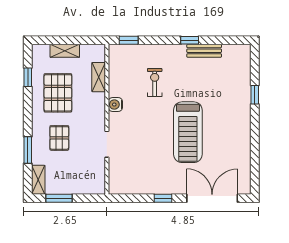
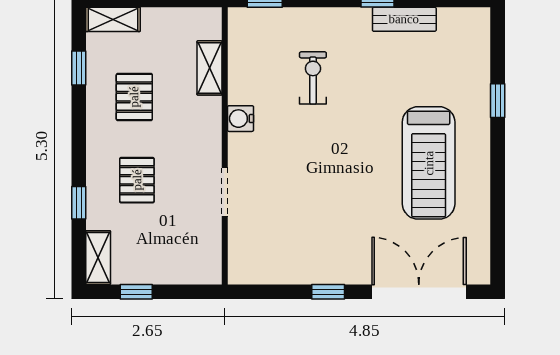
shelving: (65, 51) -> (113, 19), moved
pallet: (58, 93) -> (134, 97), width x0.67, depth x0.71
treadmill: (188, 132) -> (429, 163), moved
window: (28, 150) -> (79, 203), width x0.67
window: (59, 198) -> (136, 292), width x0.67

